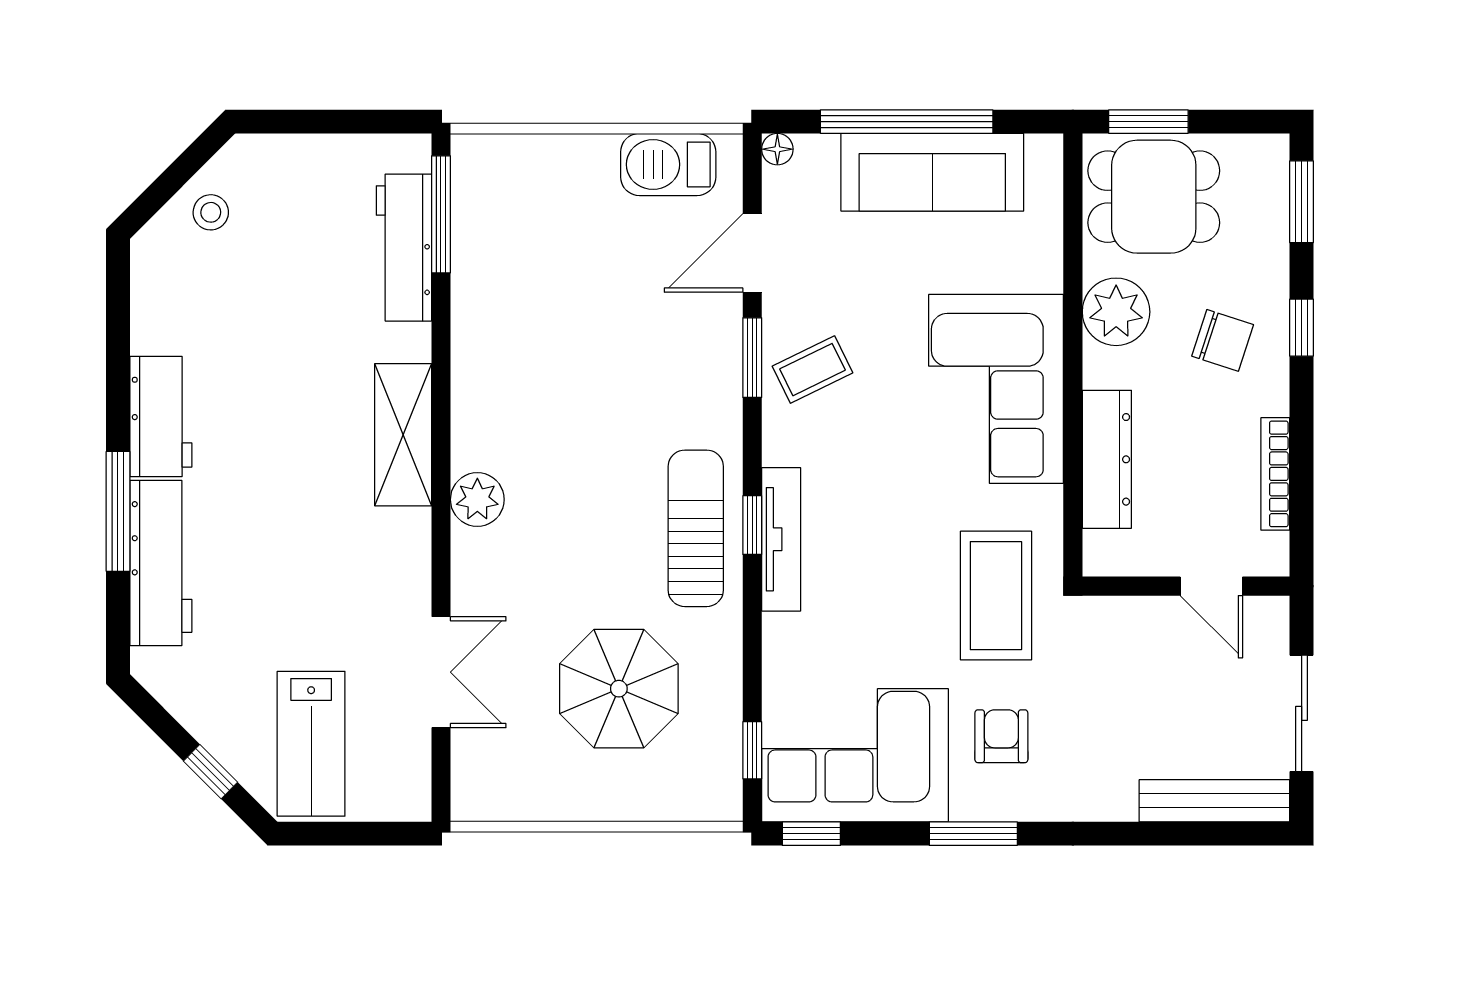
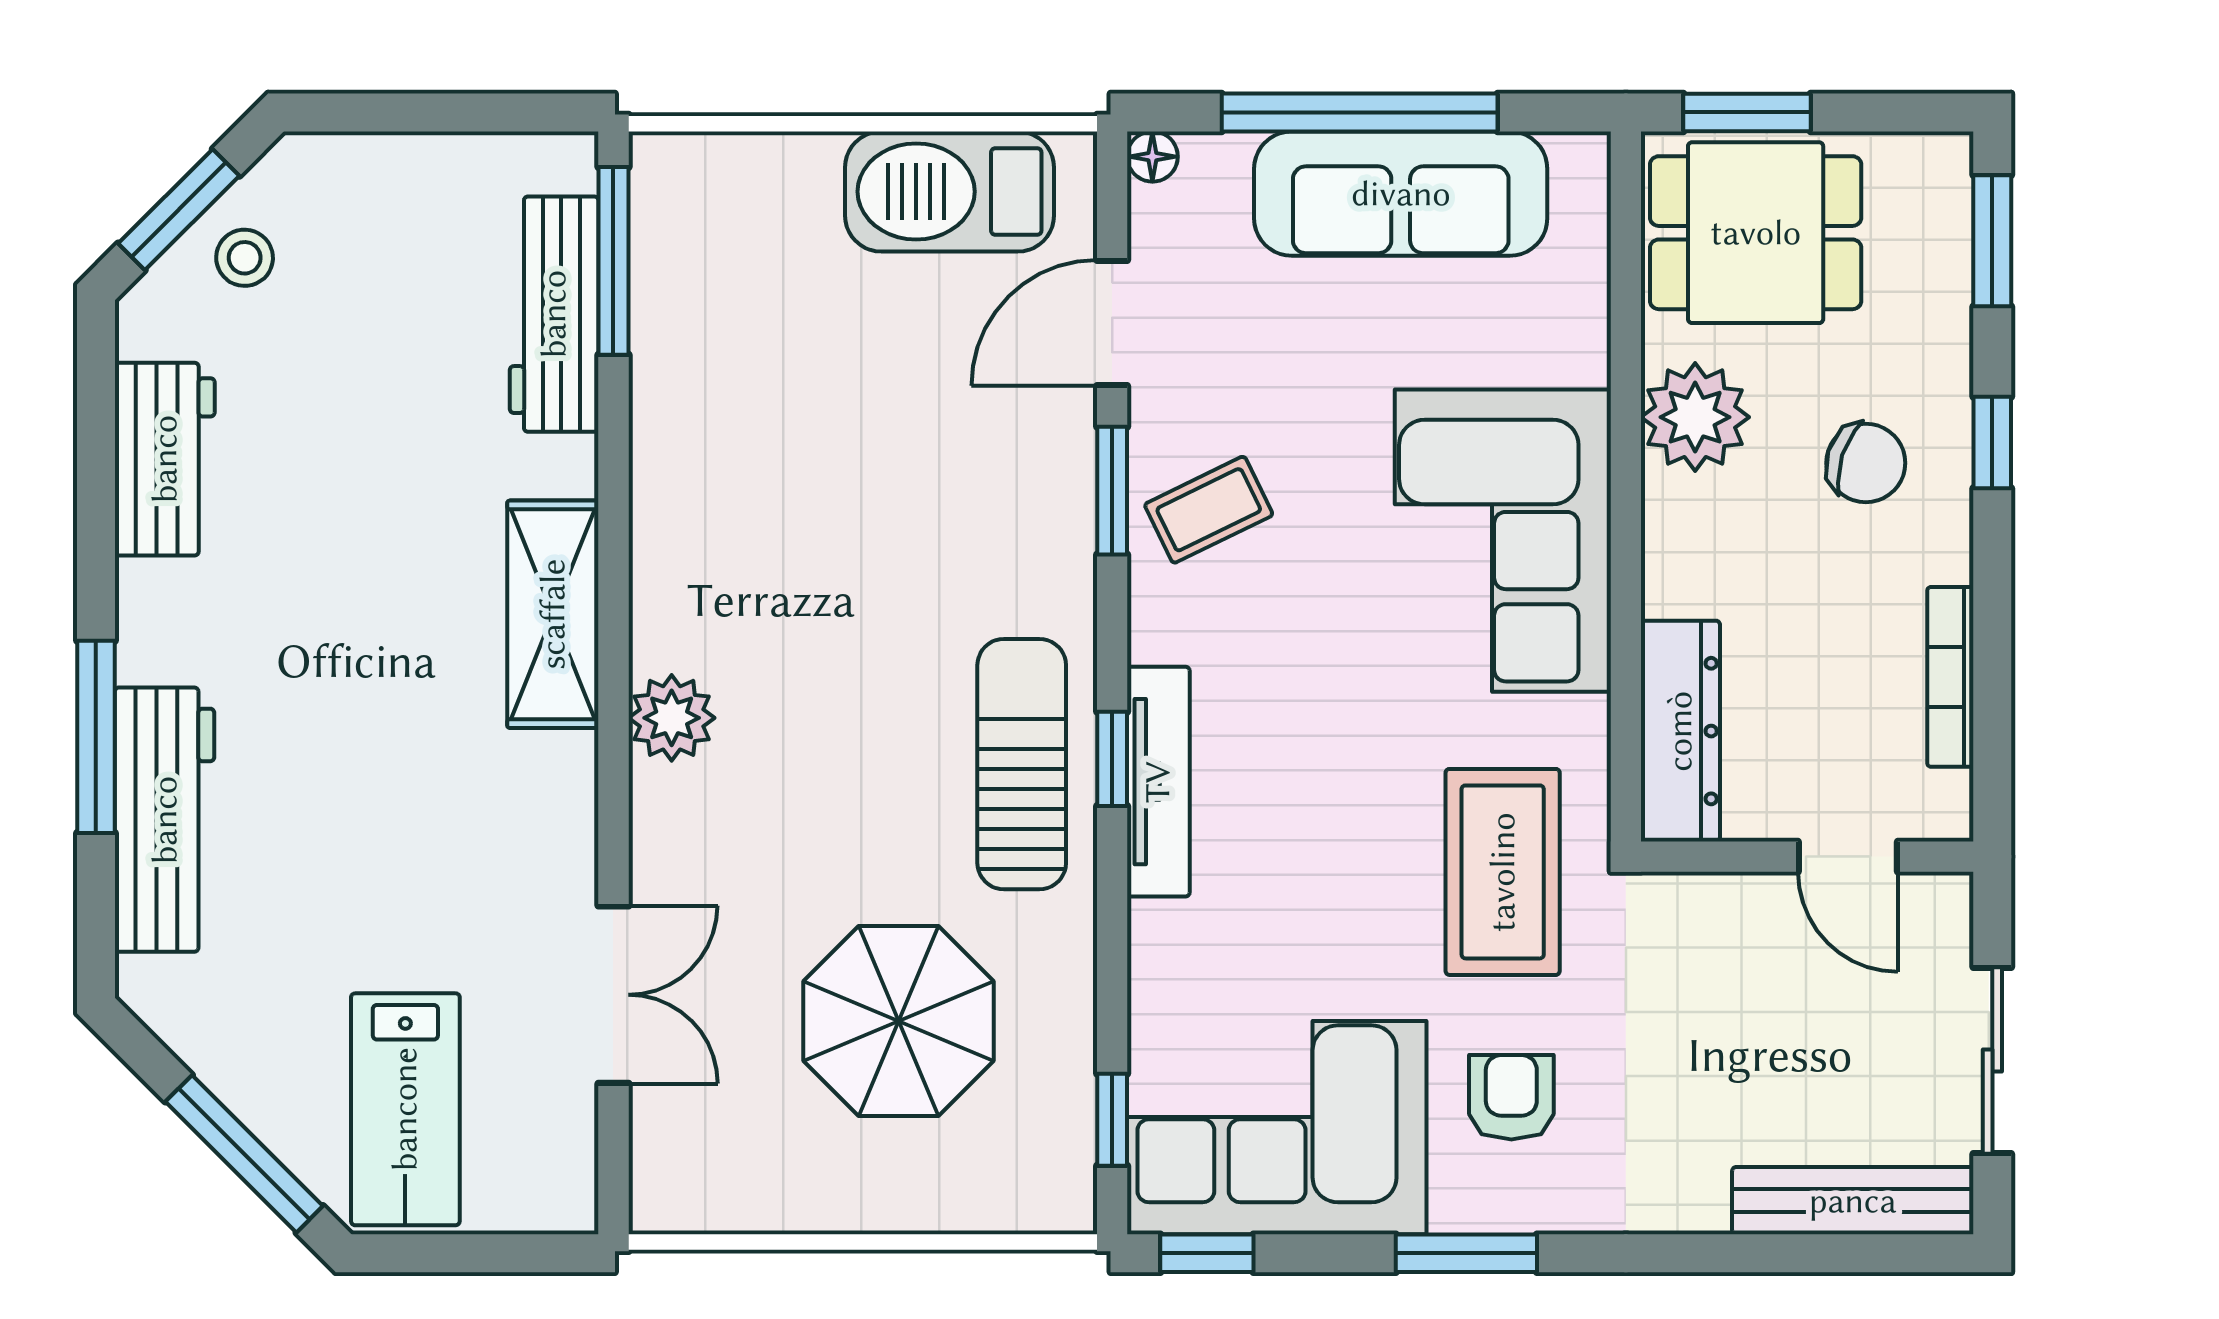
barbecue: (668, 164) -> (950, 192), width x1.37, depth x1.21
window: (170, 182) -> (179, 210), added
workbench: (161, 416) -> (165, 459), moved
dresser: (1107, 459) -> (1680, 731), moved
window: (211, 772) -> (244, 1154), width x2.17

